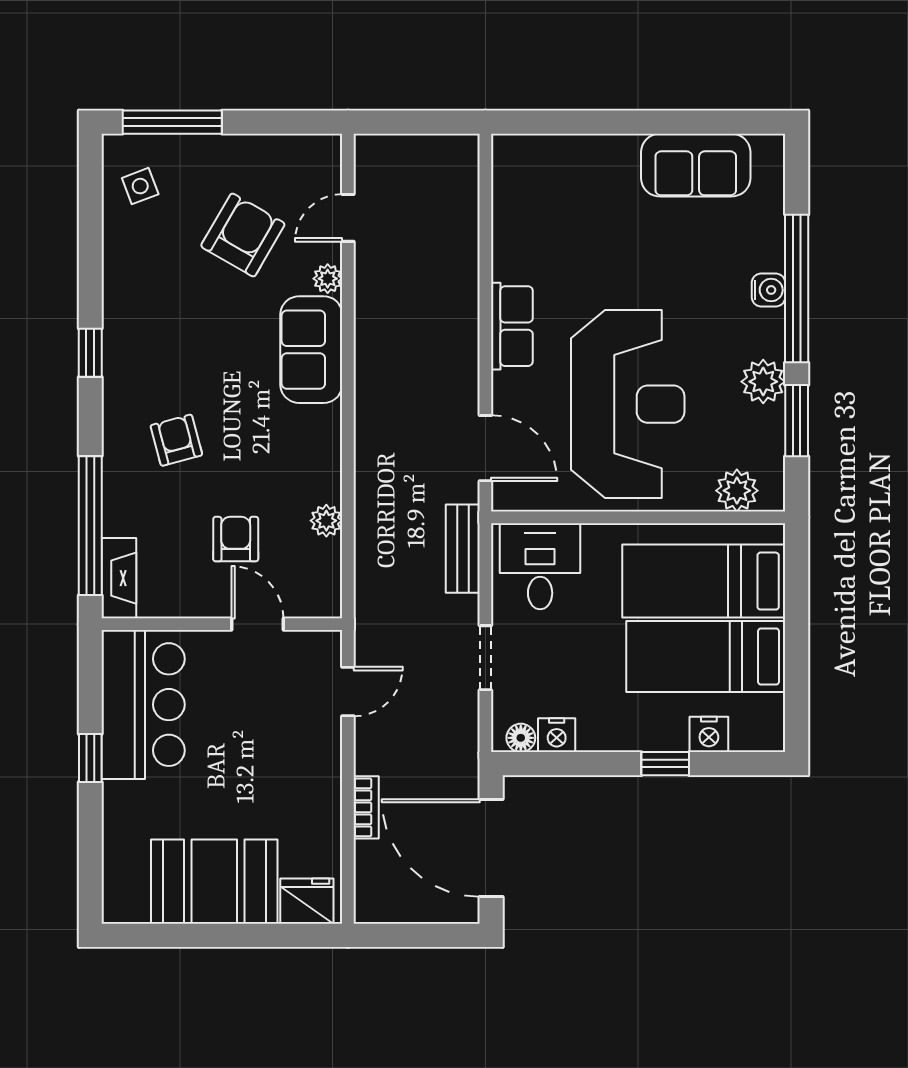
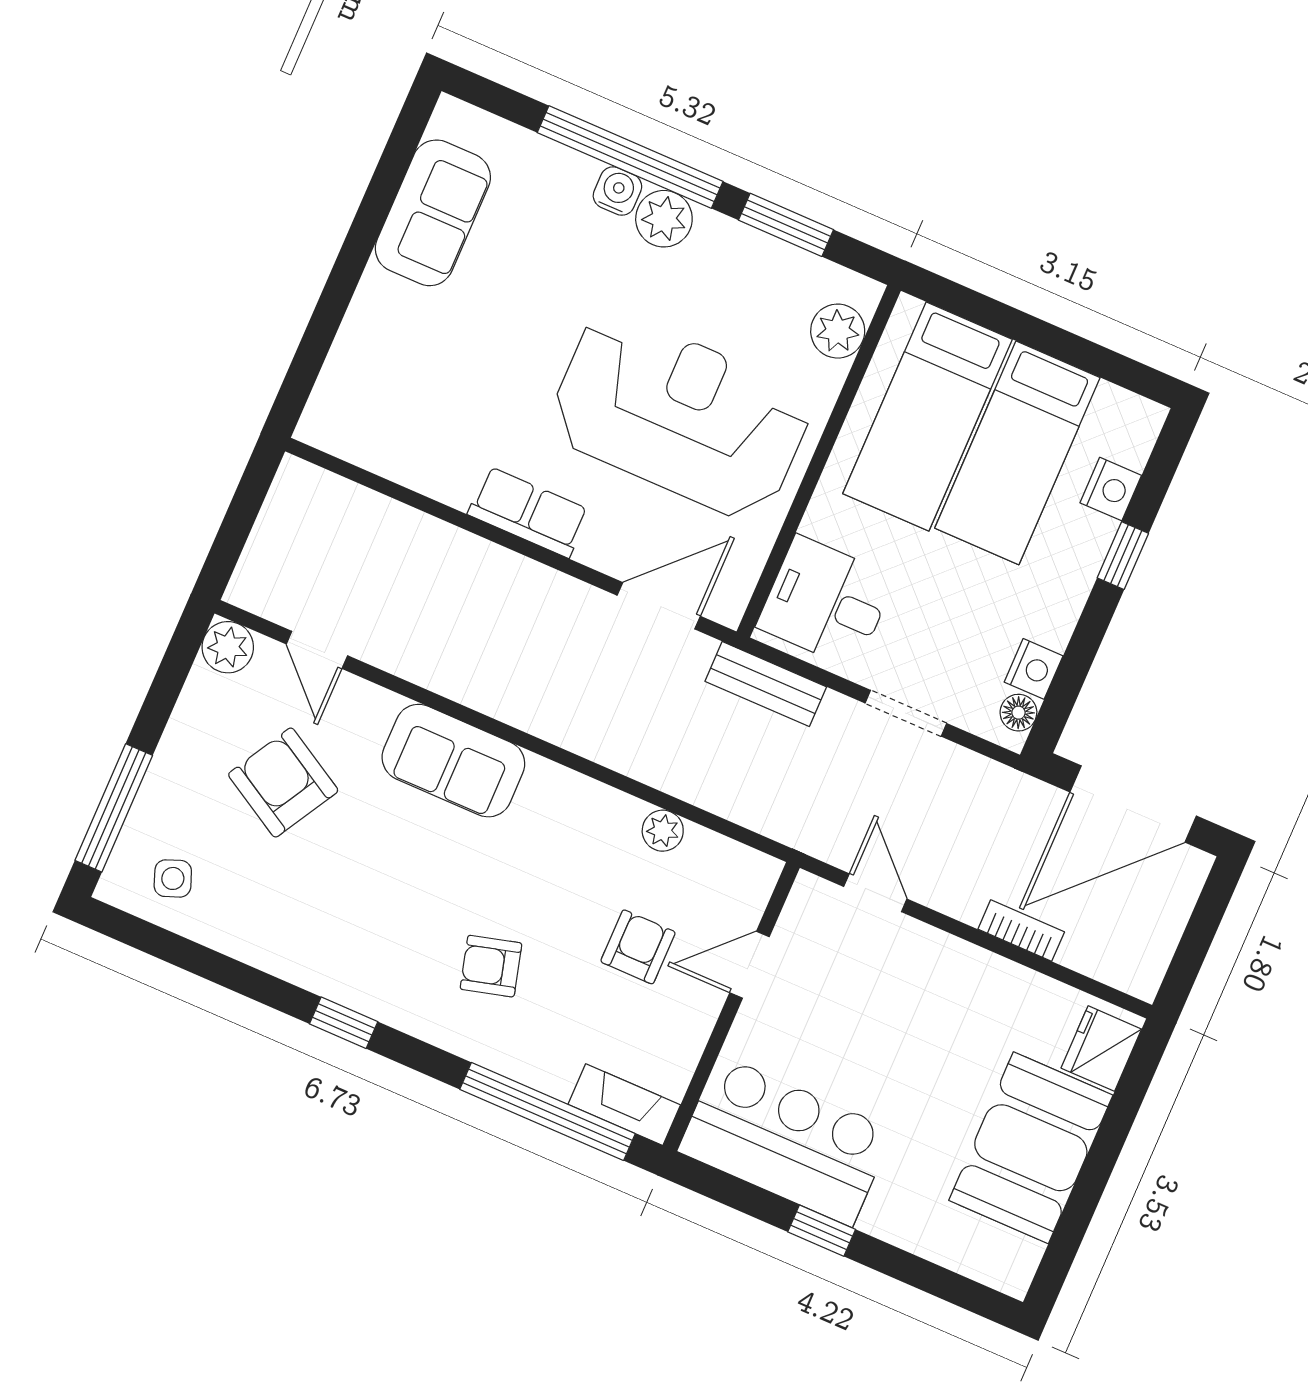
plant: (328, 279) -> (228, 647), moved, width x1.38, depth x1.38
plant: (763, 382) -> (664, 219), moved
armchair: (236, 539) -> (638, 947), turned 90

